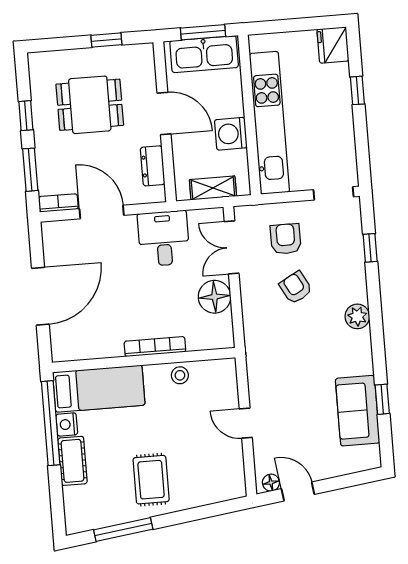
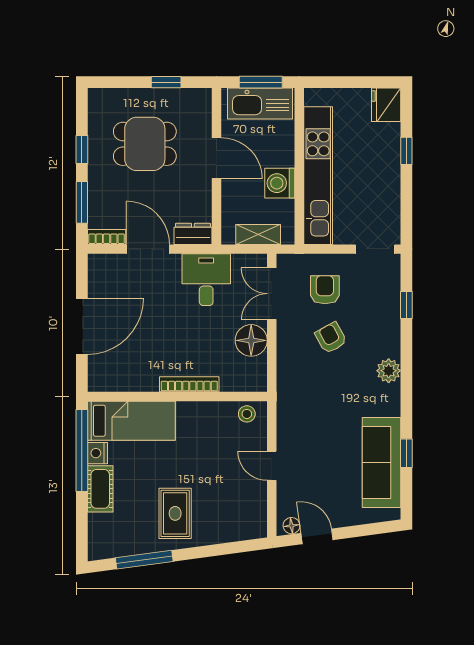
dresser: (153, 166) -> (193, 234), moved, turned 90
stool: (180, 375) -> (247, 414), moved
sofa: (358, 411) -> (381, 462), width x1.36

